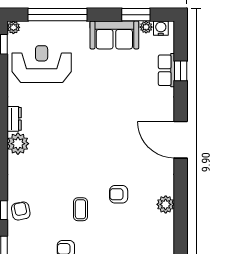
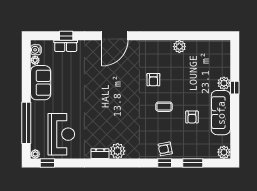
window: (136, 15) -> (26, 67), removed
reception desk: (42, 64) -> (61, 134), turned 180
plant: (166, 204) -> (179, 47), moved

